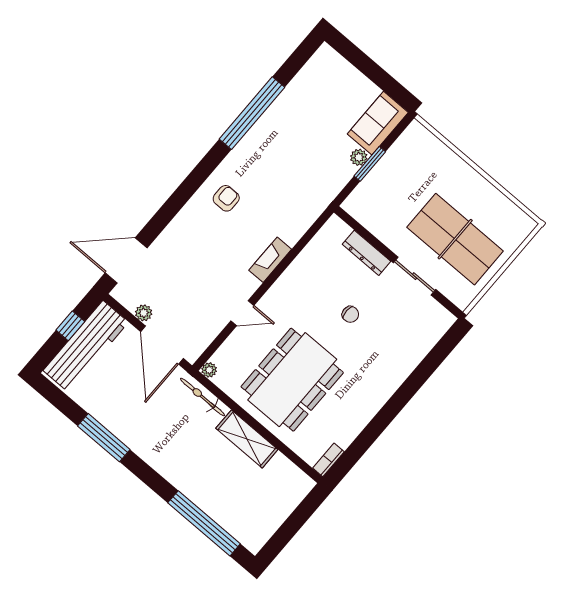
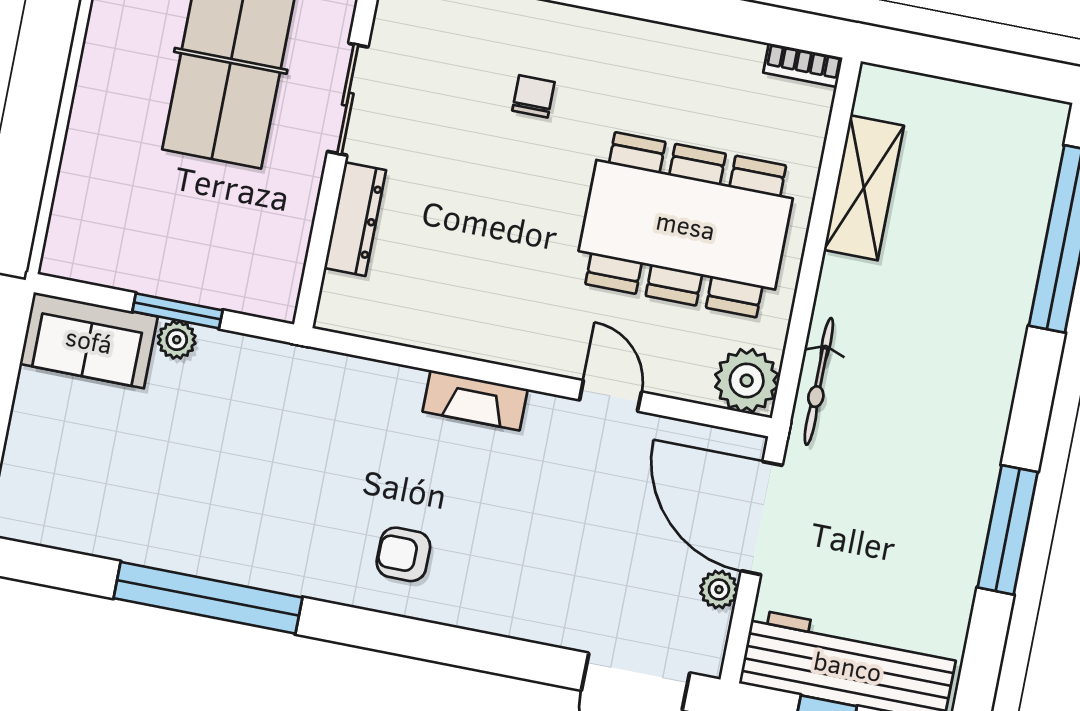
chair: (350, 314) -> (533, 96), moved
door: (162, 345) -> (762, 518), swing flipped
plant: (209, 370) -> (747, 381), width x1.87, depth x1.87
shelving: (247, 439) -> (864, 188), moved

